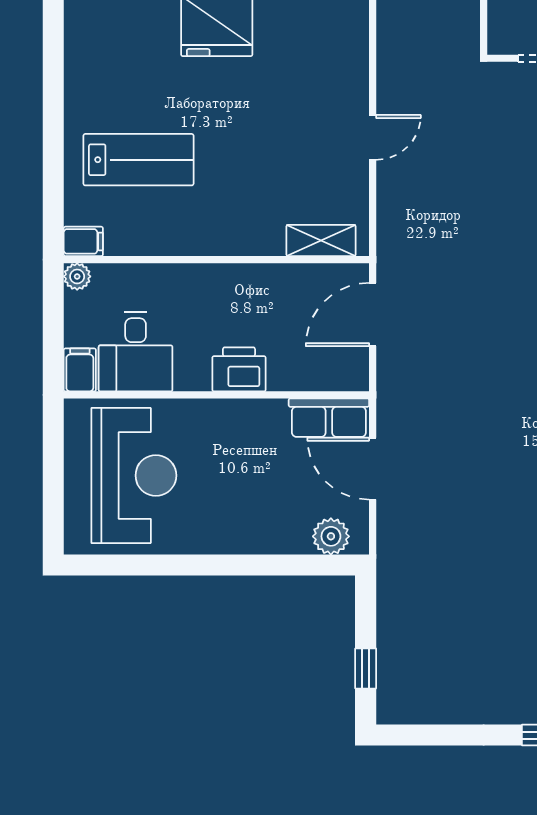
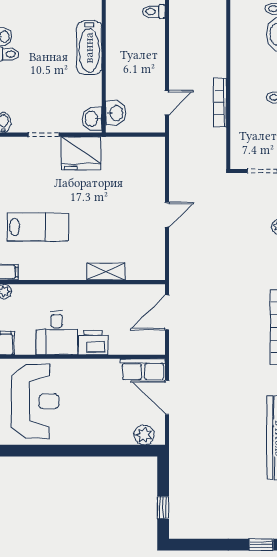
shelving: (321, 240) -> (106, 272), moved
desk: (136, 352) -> (57, 333), moved

